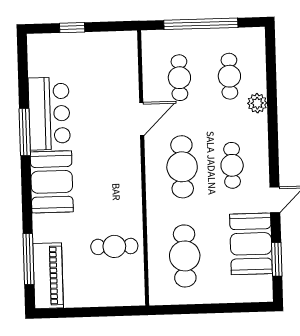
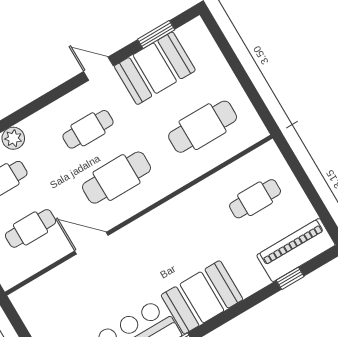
cafe table: (114, 246) -> (255, 199), moved, turned 90
window: (29, 259) -> (290, 278), width x0.46

